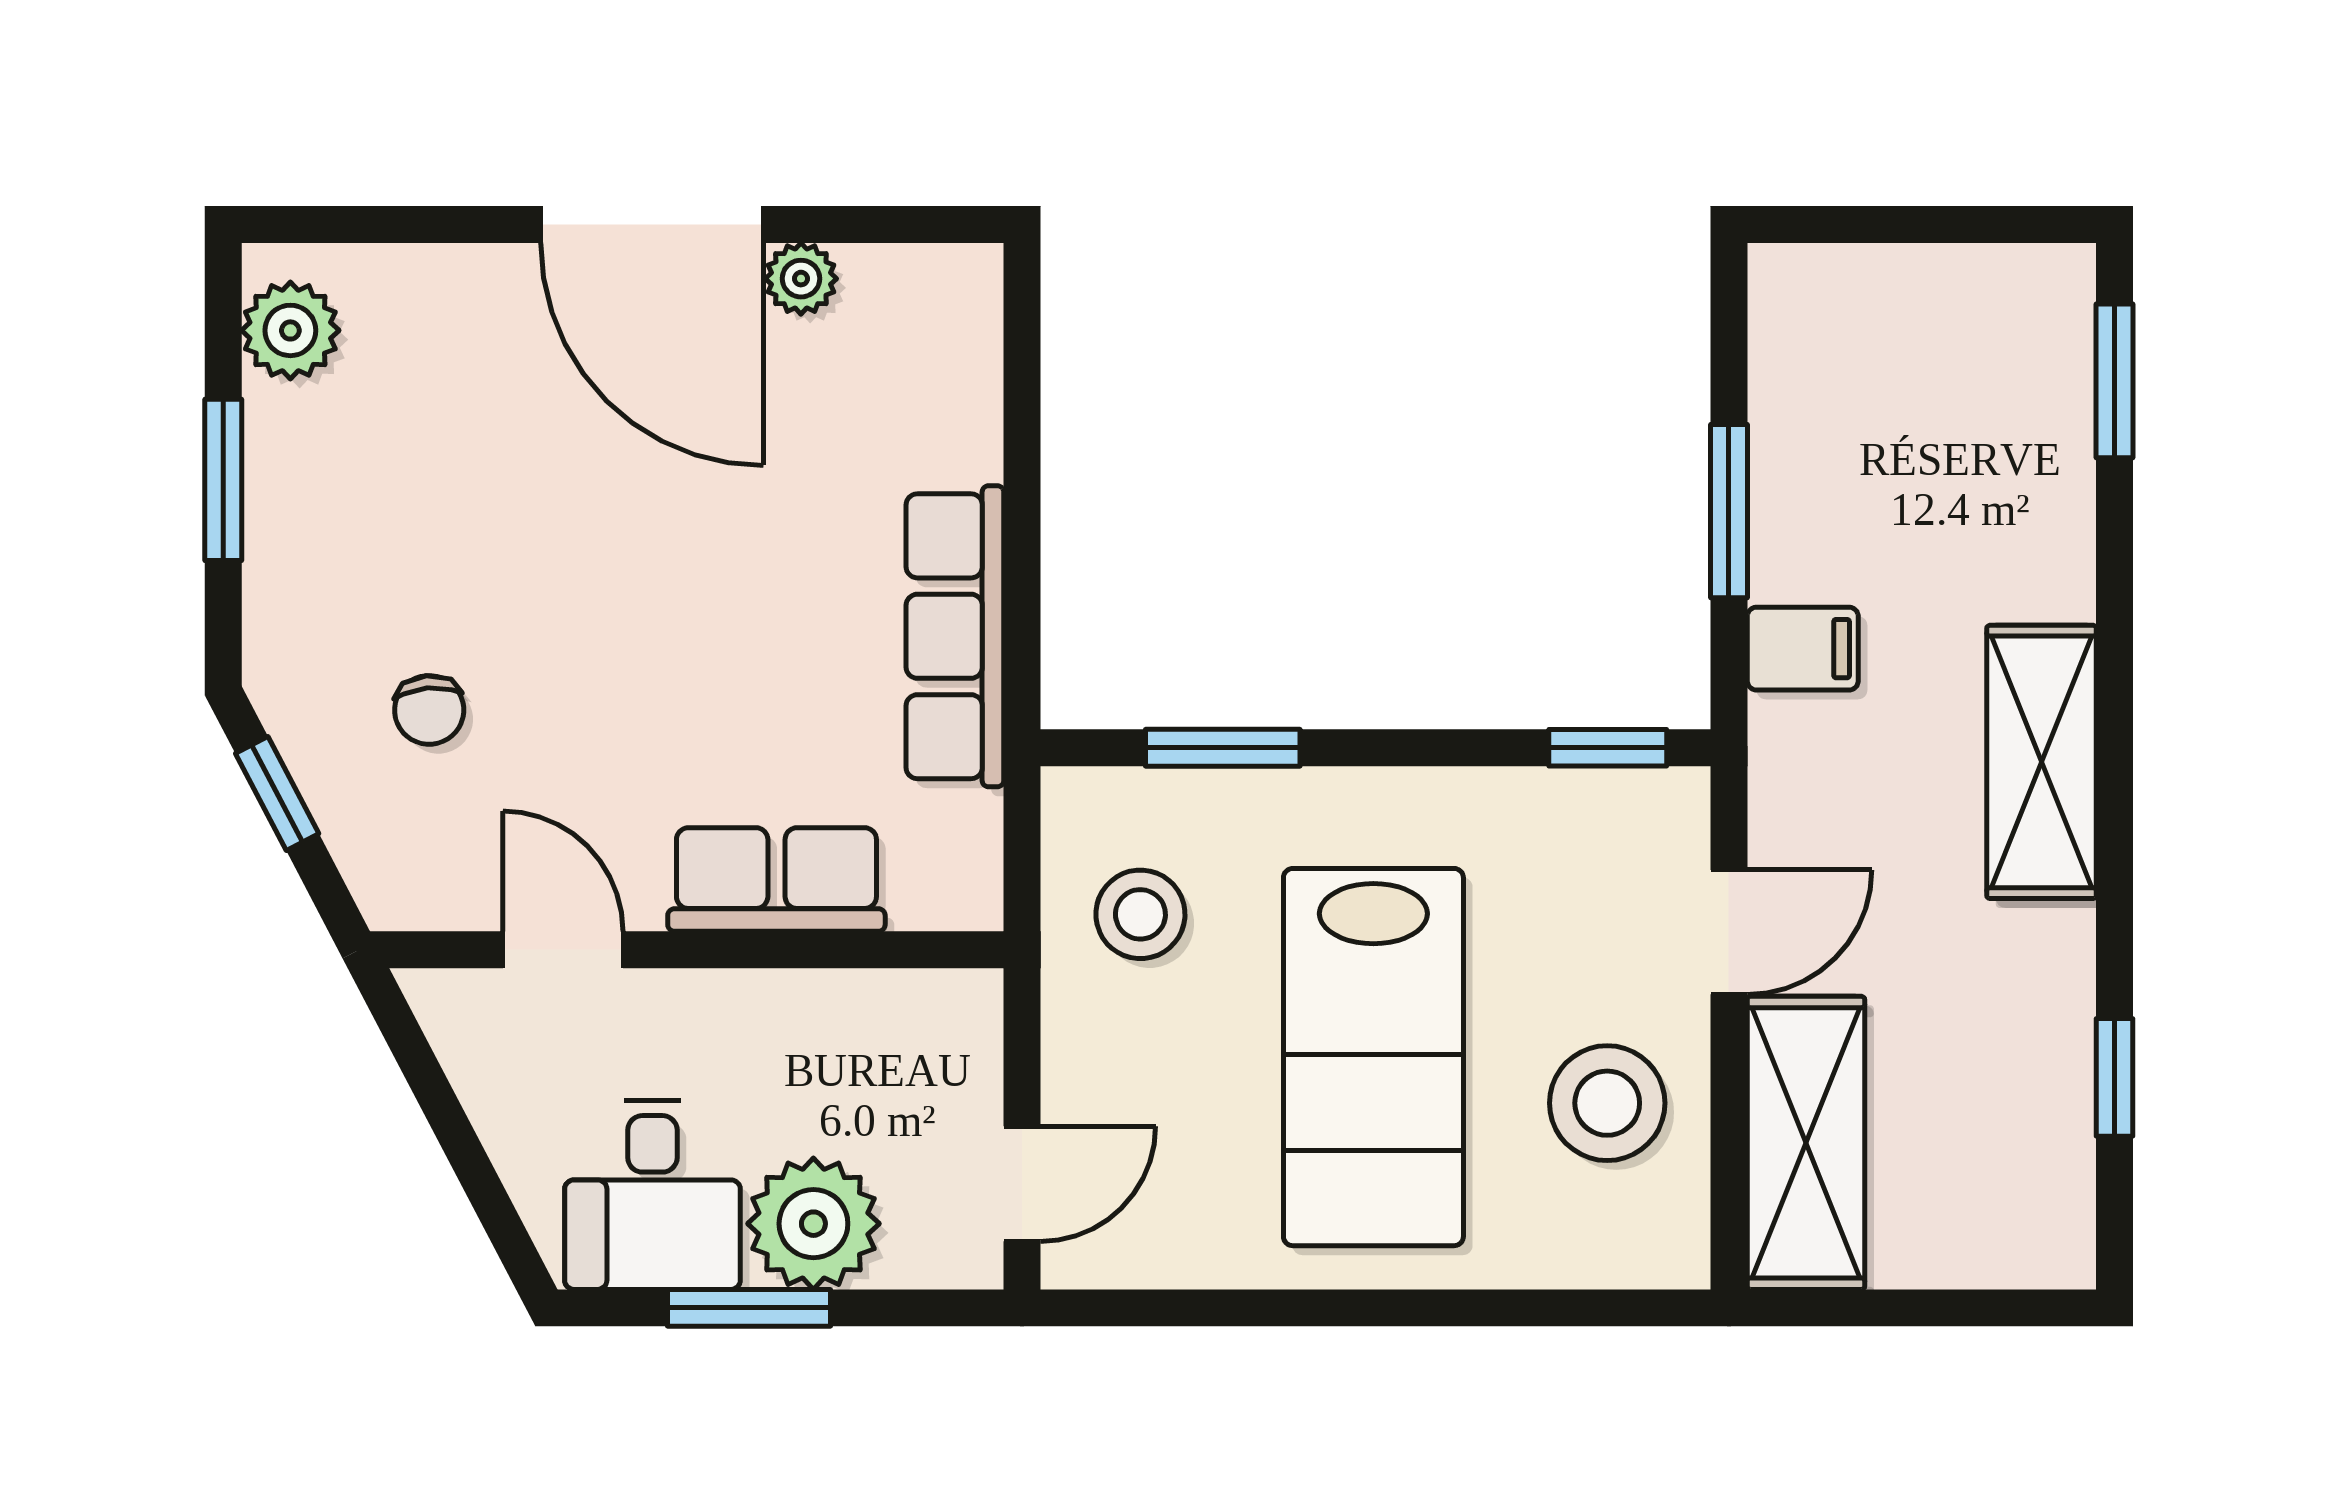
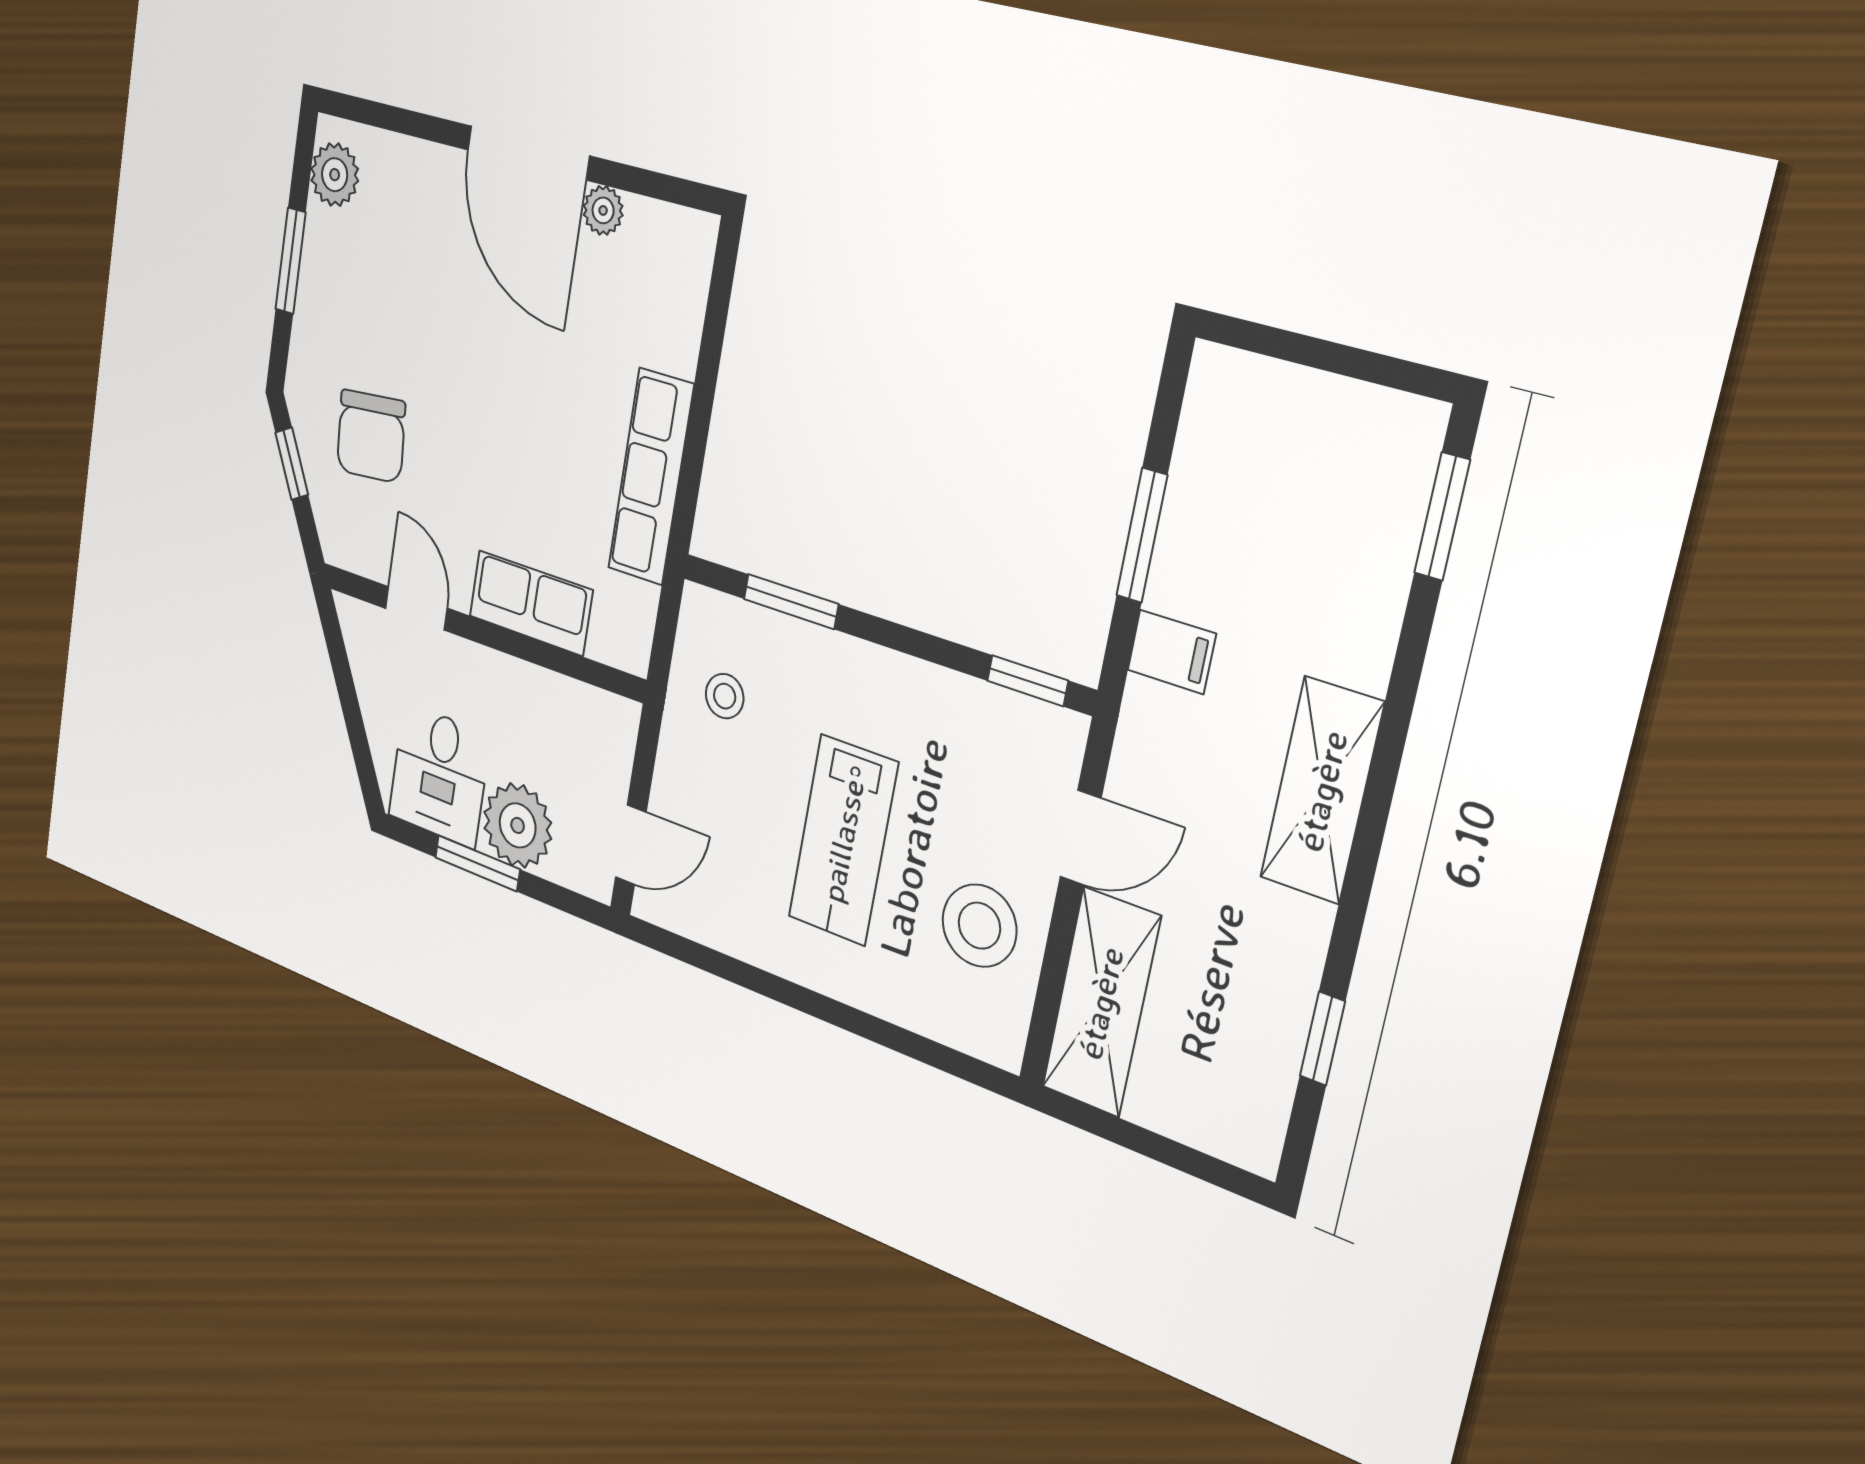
chair: (429, 710) -> (371, 436), width x1.87, depth x1.87
stool: (1140, 914) -> (725, 696), width x0.73, depth x0.73
lab bench: (1373, 1057) -> (843, 840), width x0.73, depth x0.72

